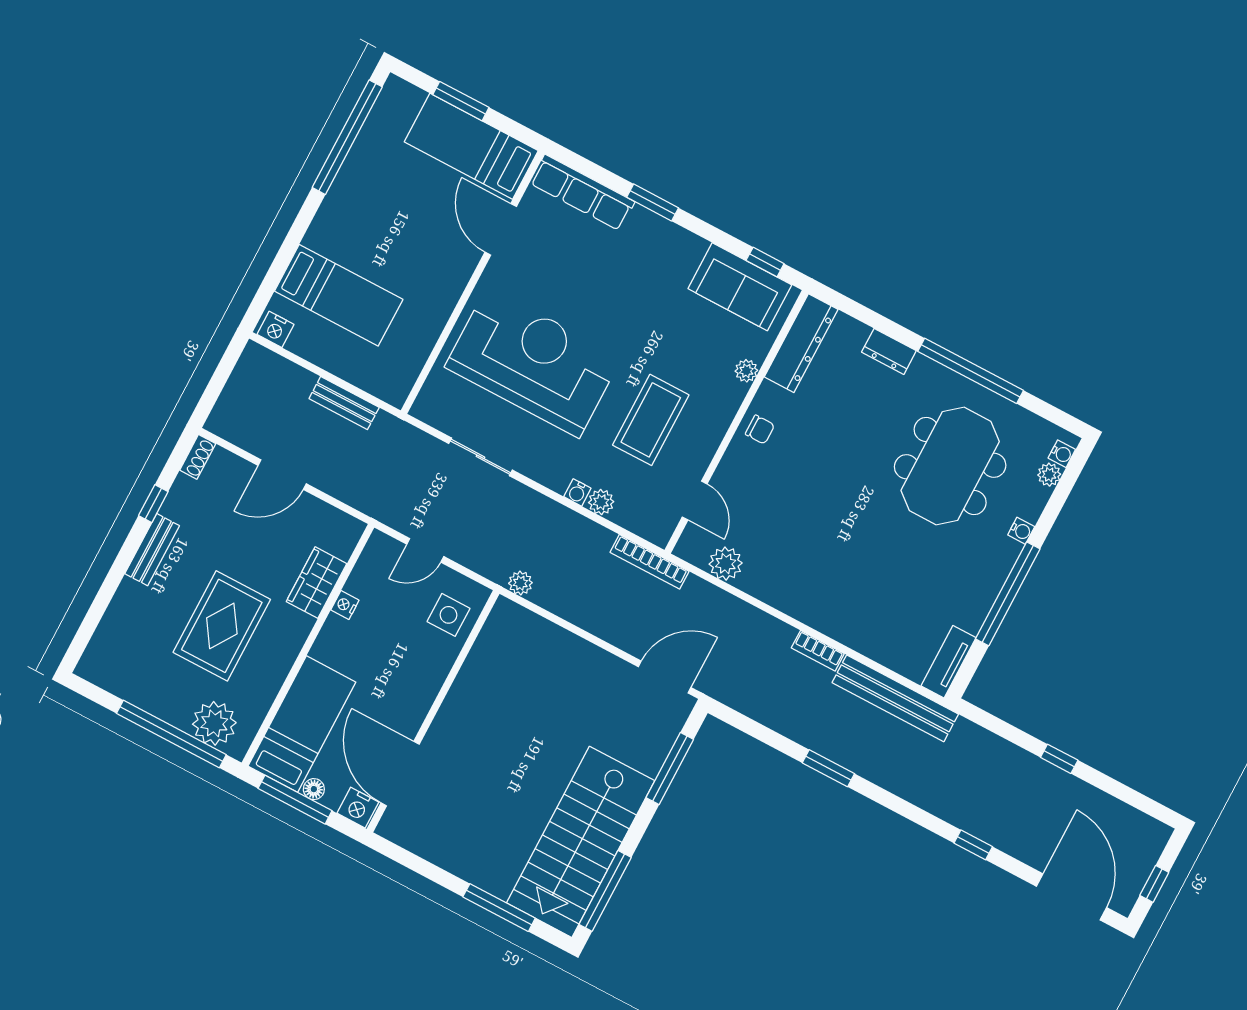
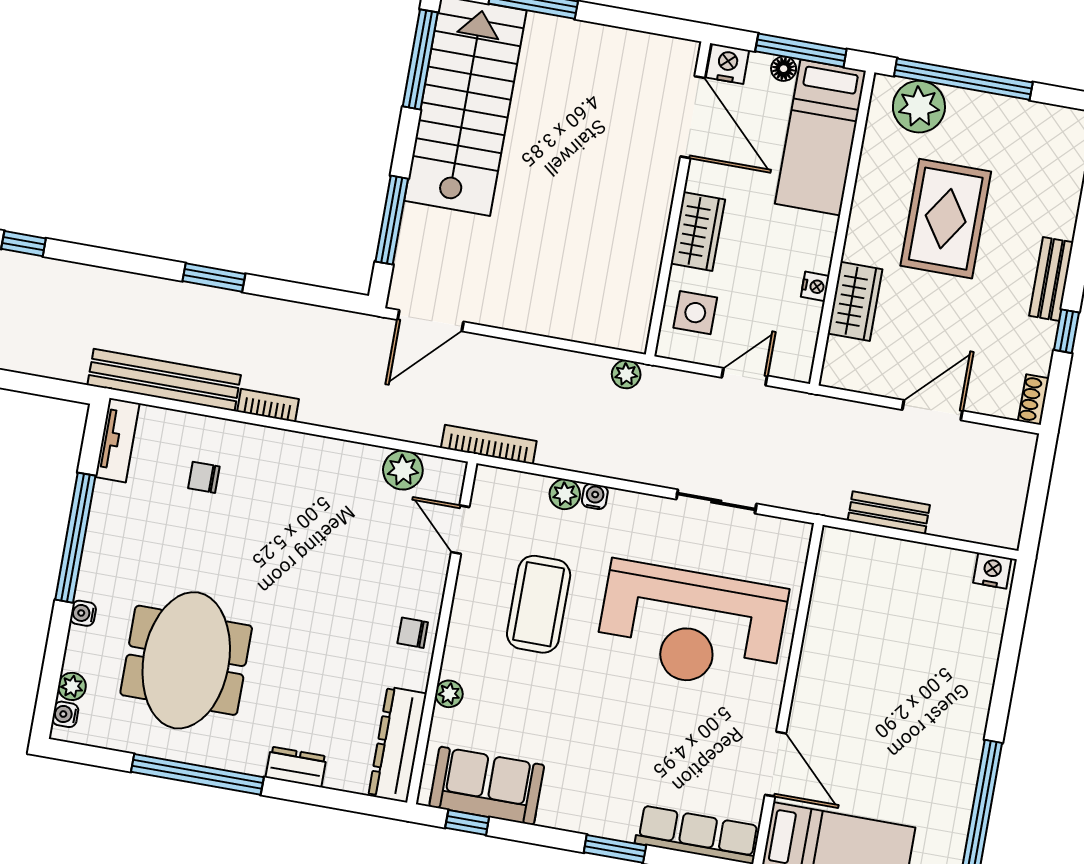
bed: (339, 295) -> (934, 632), removed
chair: (888, 609) -> (204, 477), added
wardrobe: (425, 680) -> (698, 231), added

